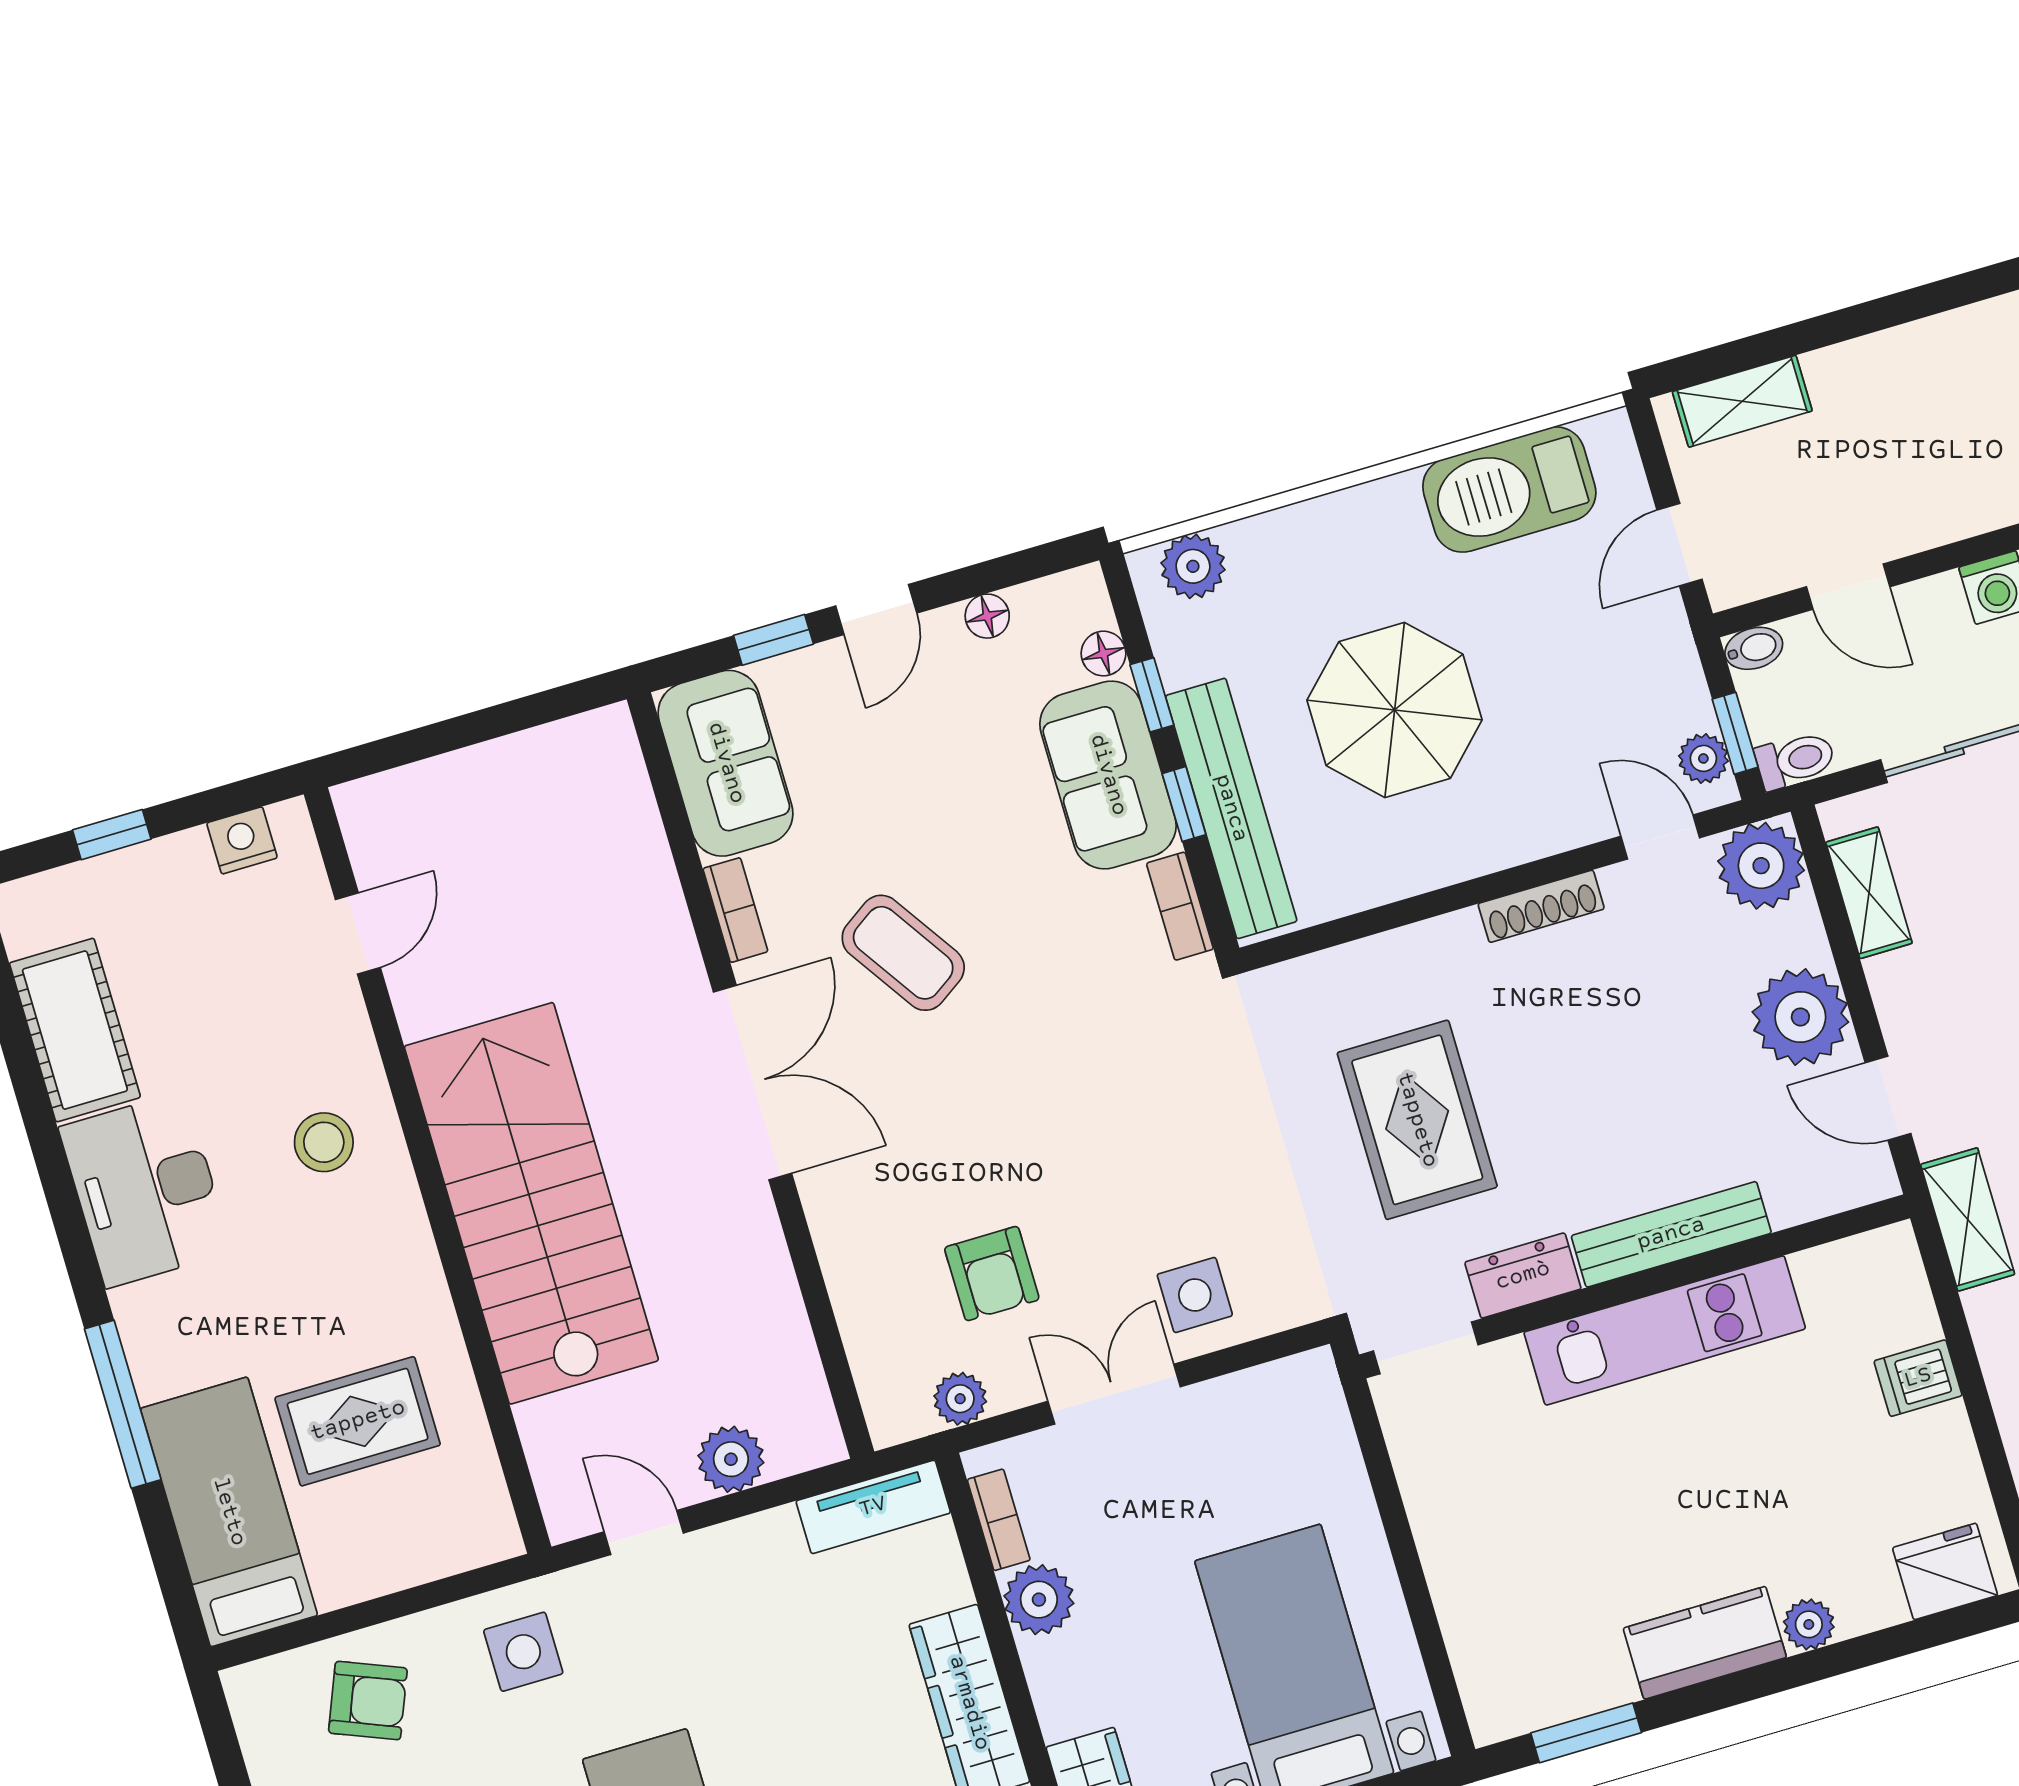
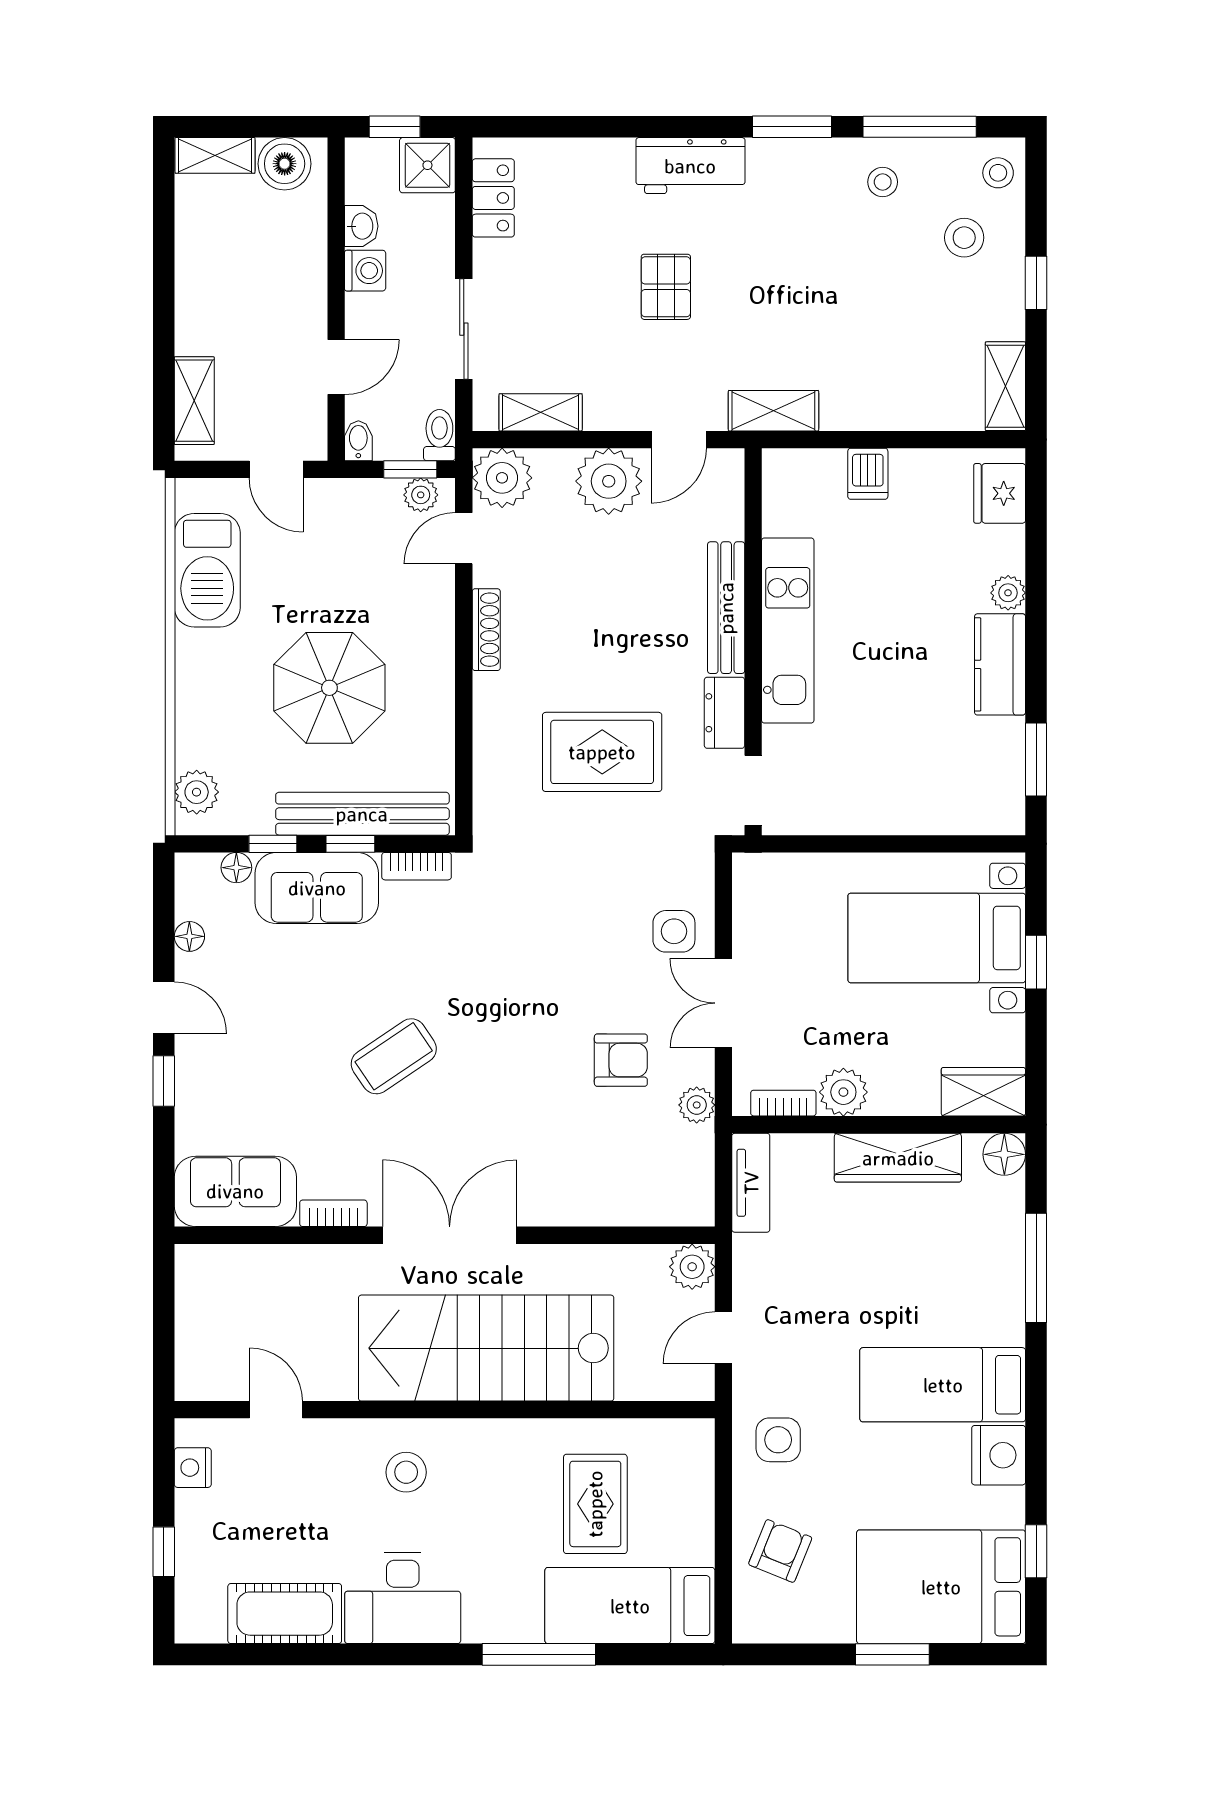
sofa: (726, 763) -> (235, 1191), moved
bookcase: (735, 910) -> (333, 1213), moved
wall: (751, 1075) -> (445, 1235), moved
double door: (753, 1083) -> (450, 1235), moved

